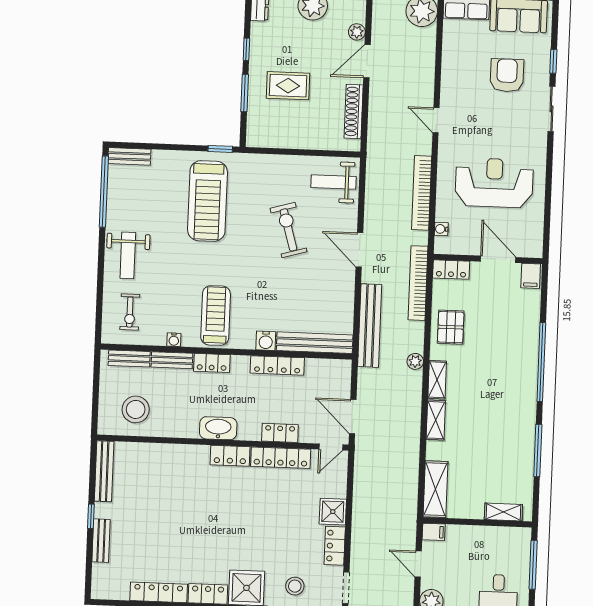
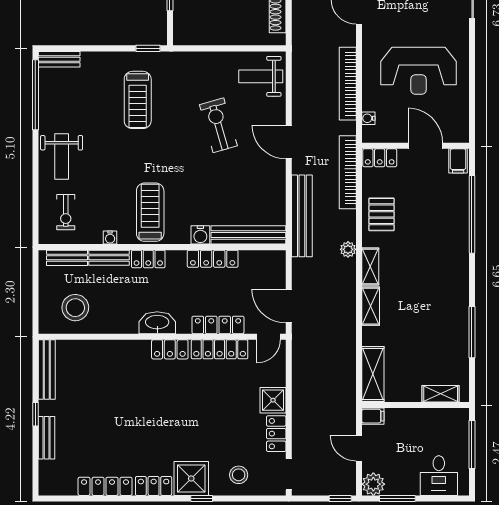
reception desk: (494, 183) -> (419, 71), turned 180
treadmill: (208, 201) -> (138, 100), width x0.73, depth x0.73
window: (541, 362) -> (472, 214), moved
locker: (280, 433) -> (218, 325), width x1.53

